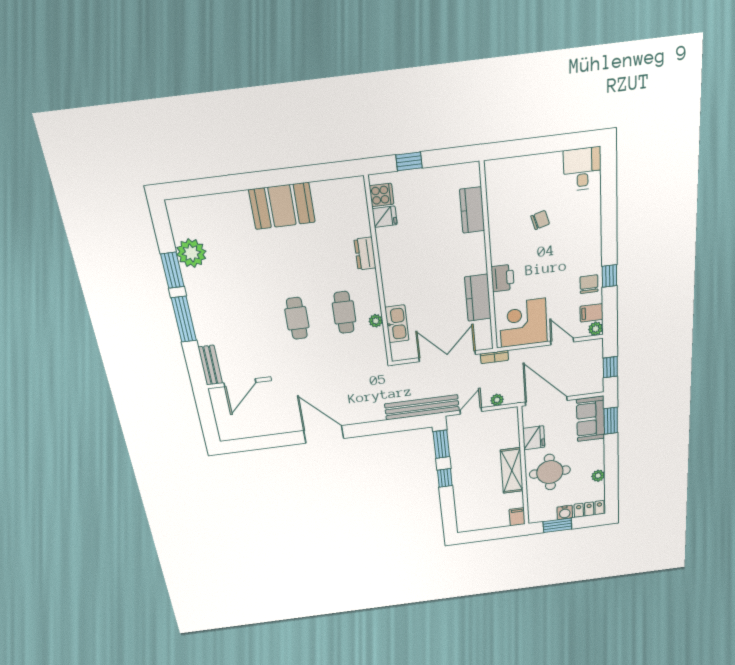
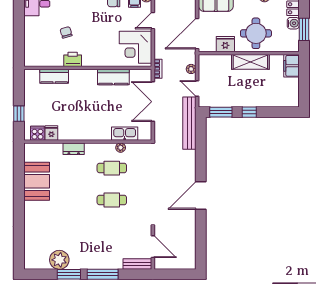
booth: (282, 206) -> (37, 181), moved
printer: (503, 278) -> (73, 59), moved
filing cabinet: (517, 517) -> (291, 66), width x2.00

